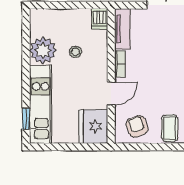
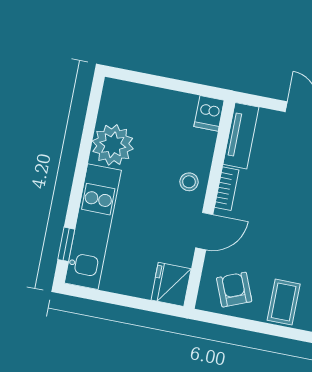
stool: (75, 52) -> (189, 182), moved
fridge: (93, 126) -> (171, 284), width x0.73, depth x0.75

